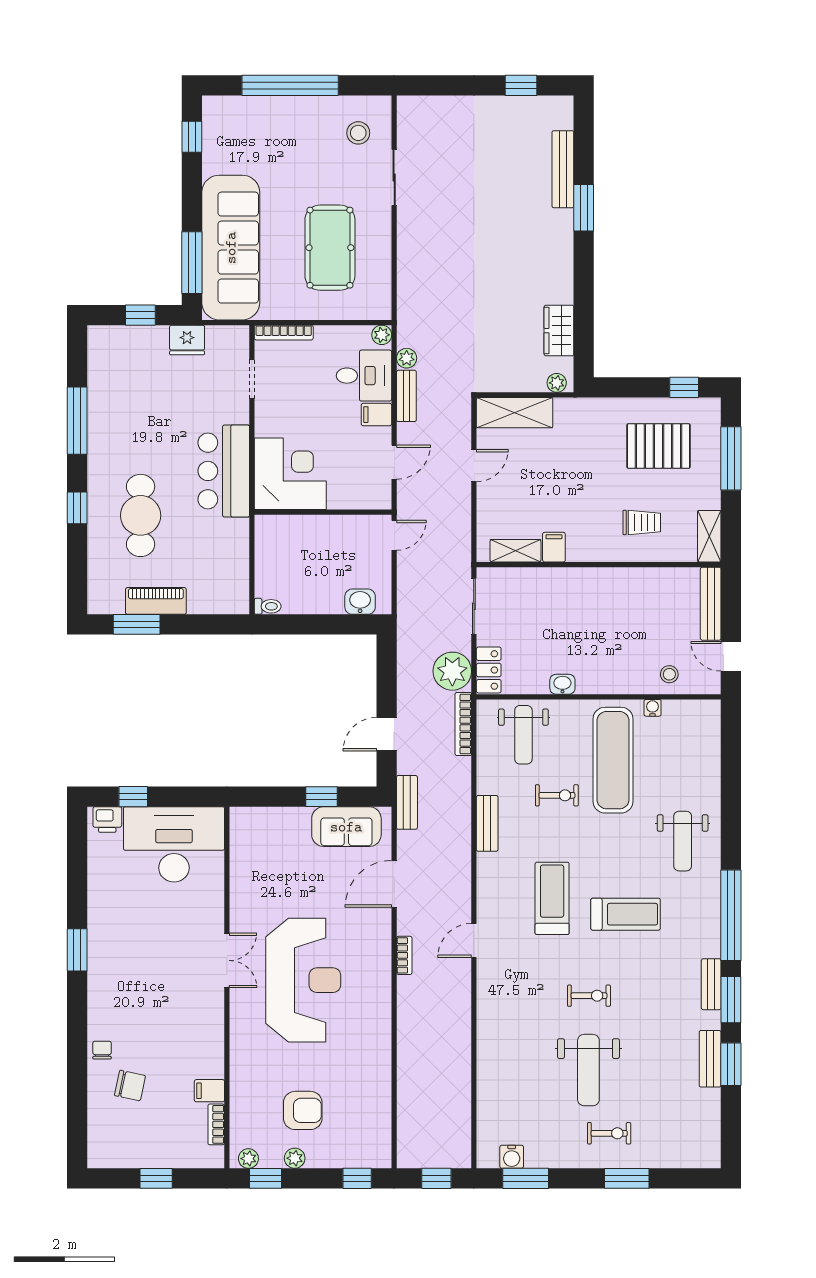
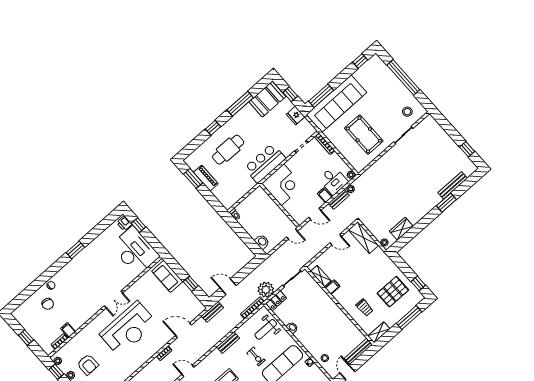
pool table: (330, 248) -> (364, 135), turned 90
booth: (112, 365) -> (267, 99), added
pallet: (659, 446) -> (393, 292), turned 90
sofa: (346, 827) -> (167, 276), moved

